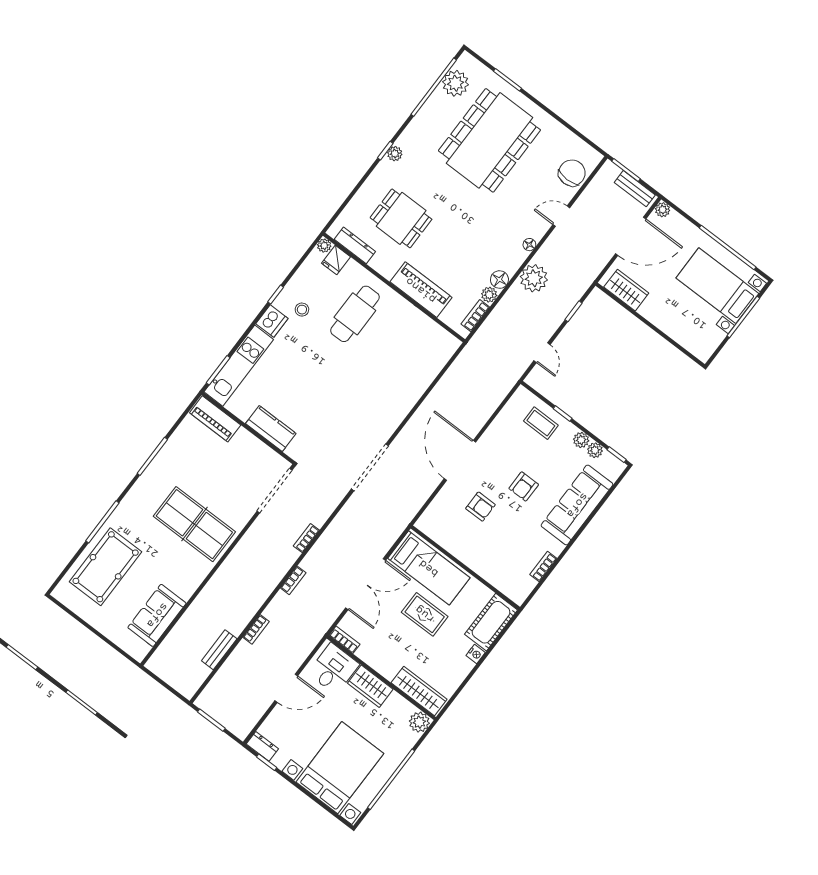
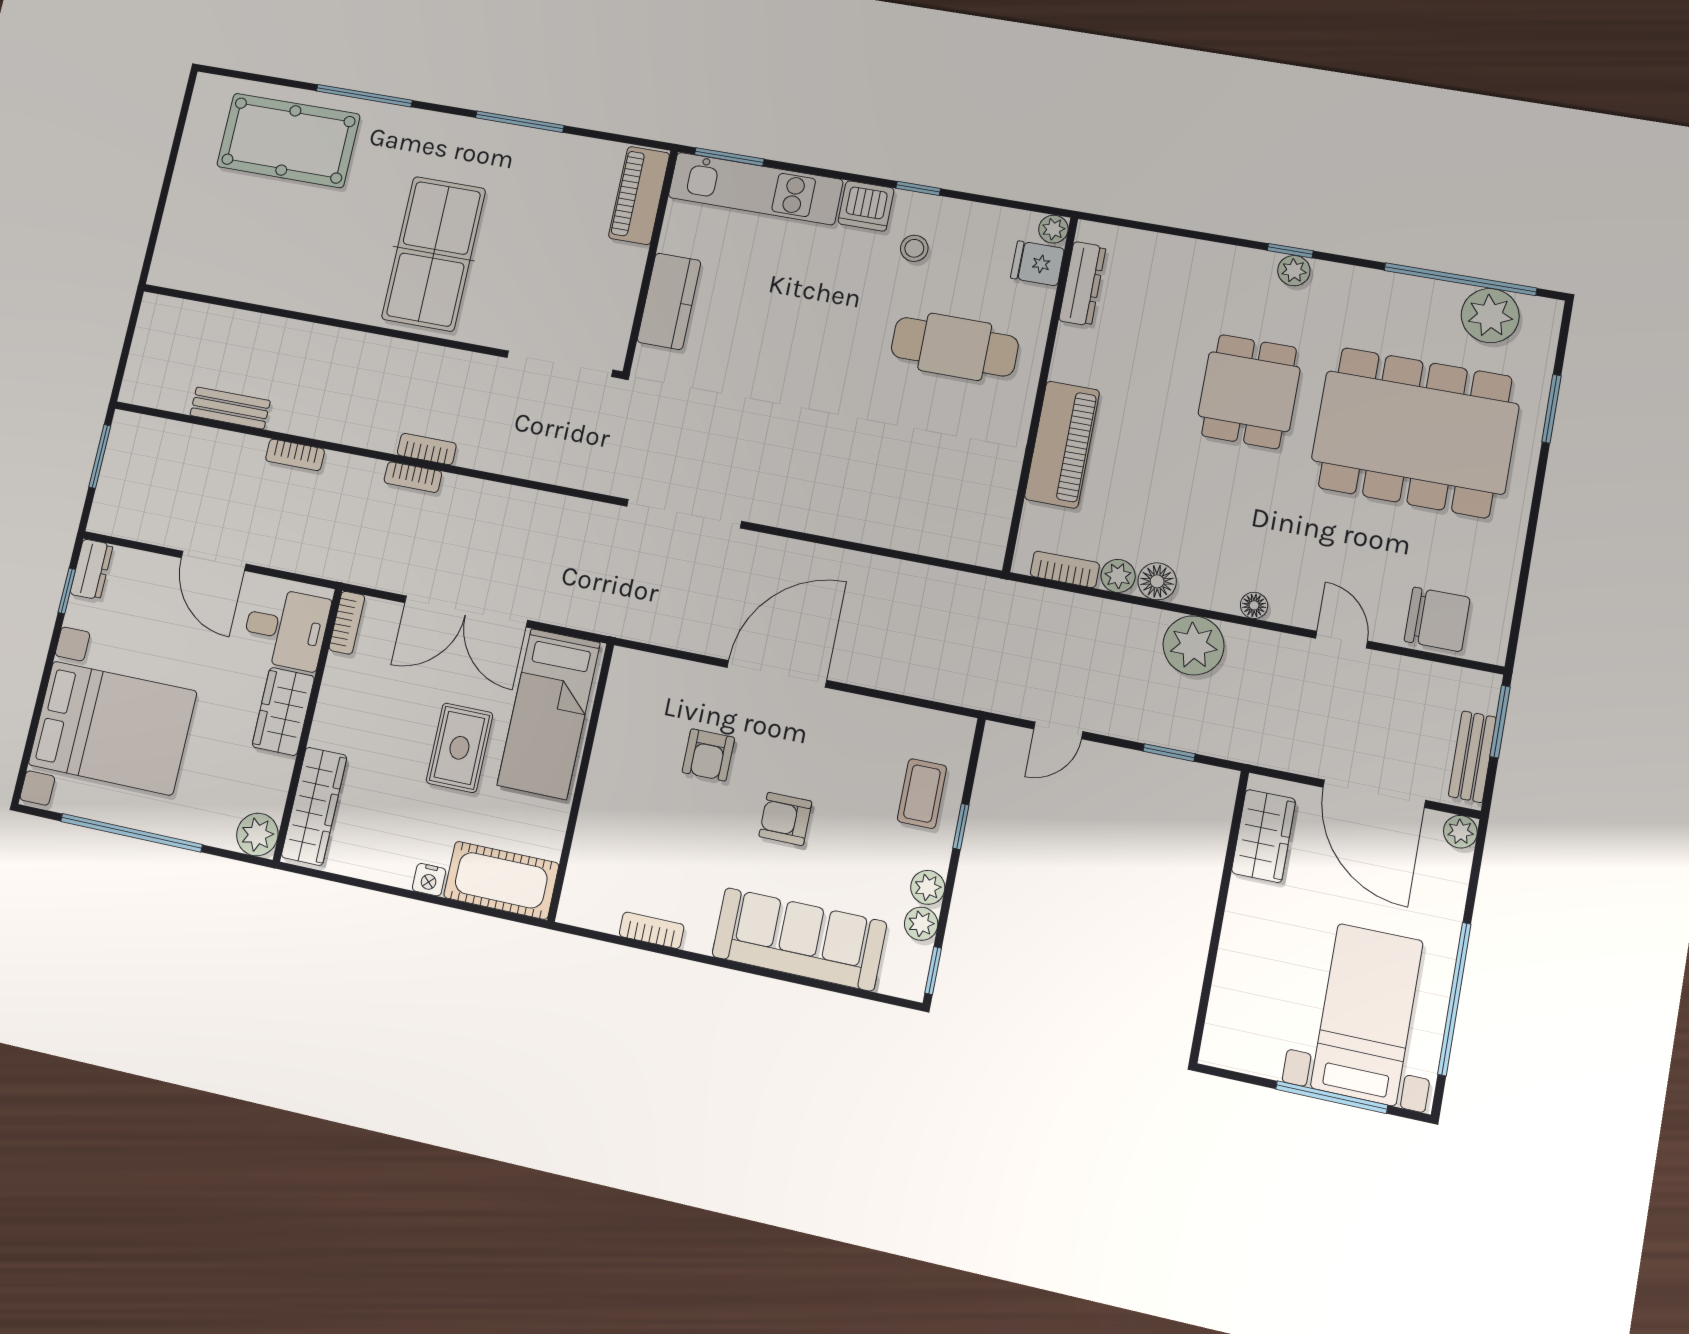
dining table: (401, 218) -> (1249, 392), moved
bookcase: (306, 538) -> (427, 449), moved
sofa: (157, 615) -> (243, 270), removed

